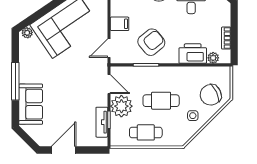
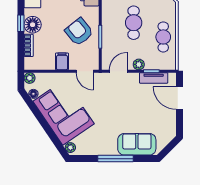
plant: (121, 106) -> (139, 64), width x0.53, depth x0.53
door: (64, 150) -> (180, 98), moved

